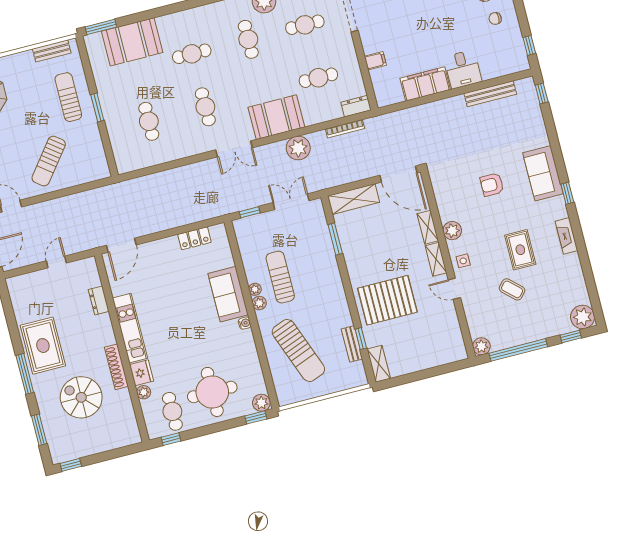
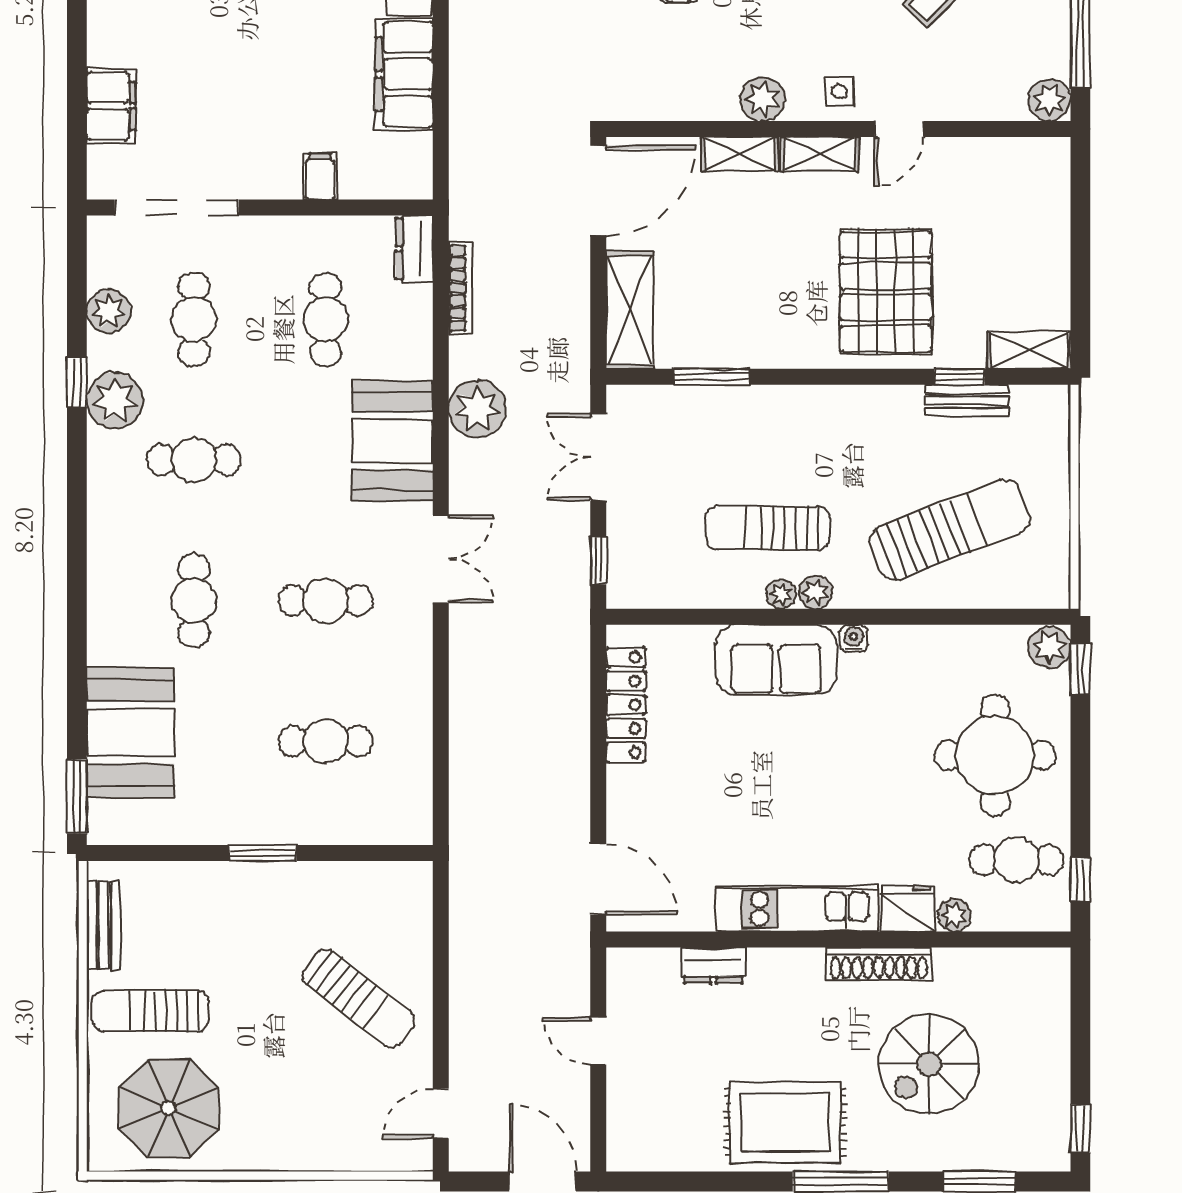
sun lounger: (68, 97) -> (150, 1011), moved
locker: (194, 238) -> (626, 705), width x1.53

